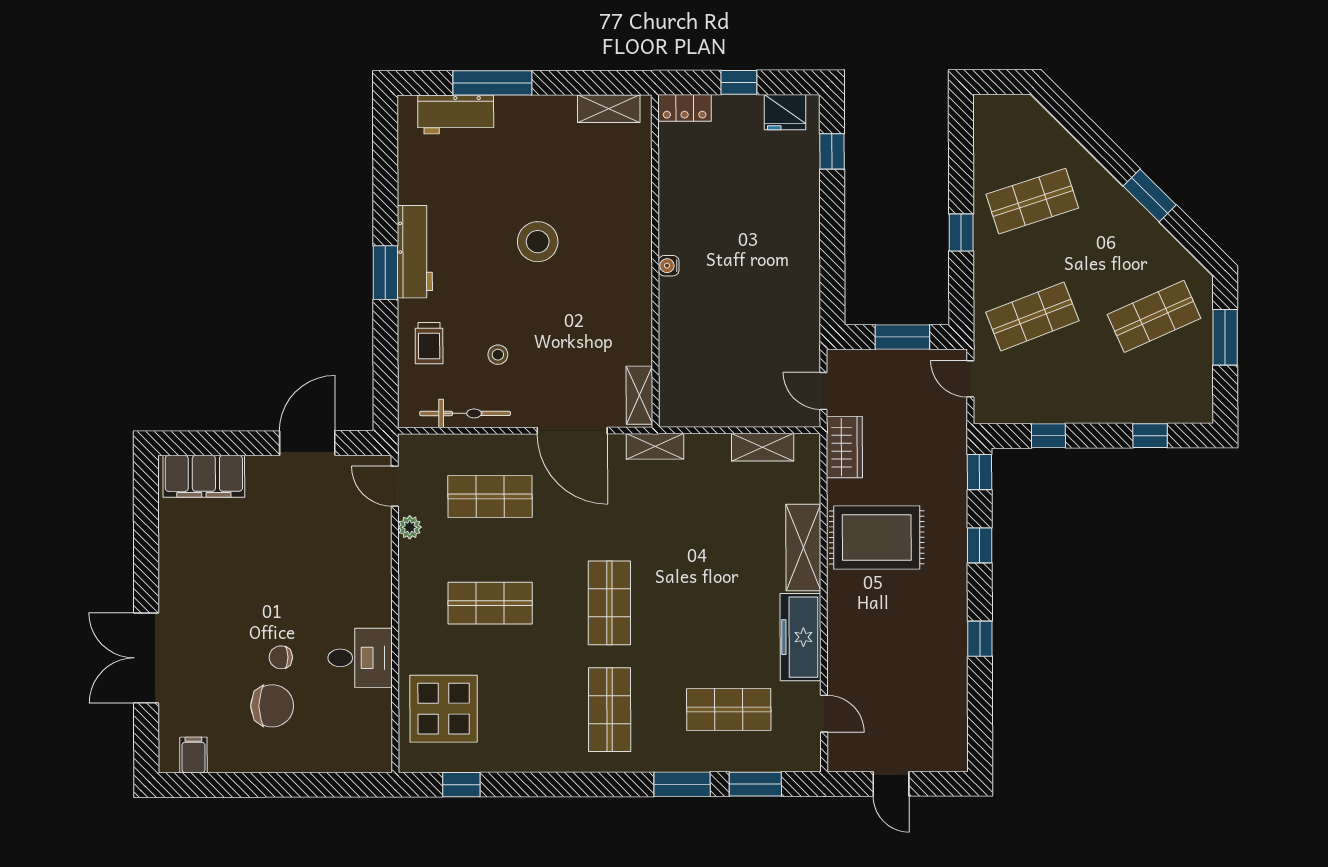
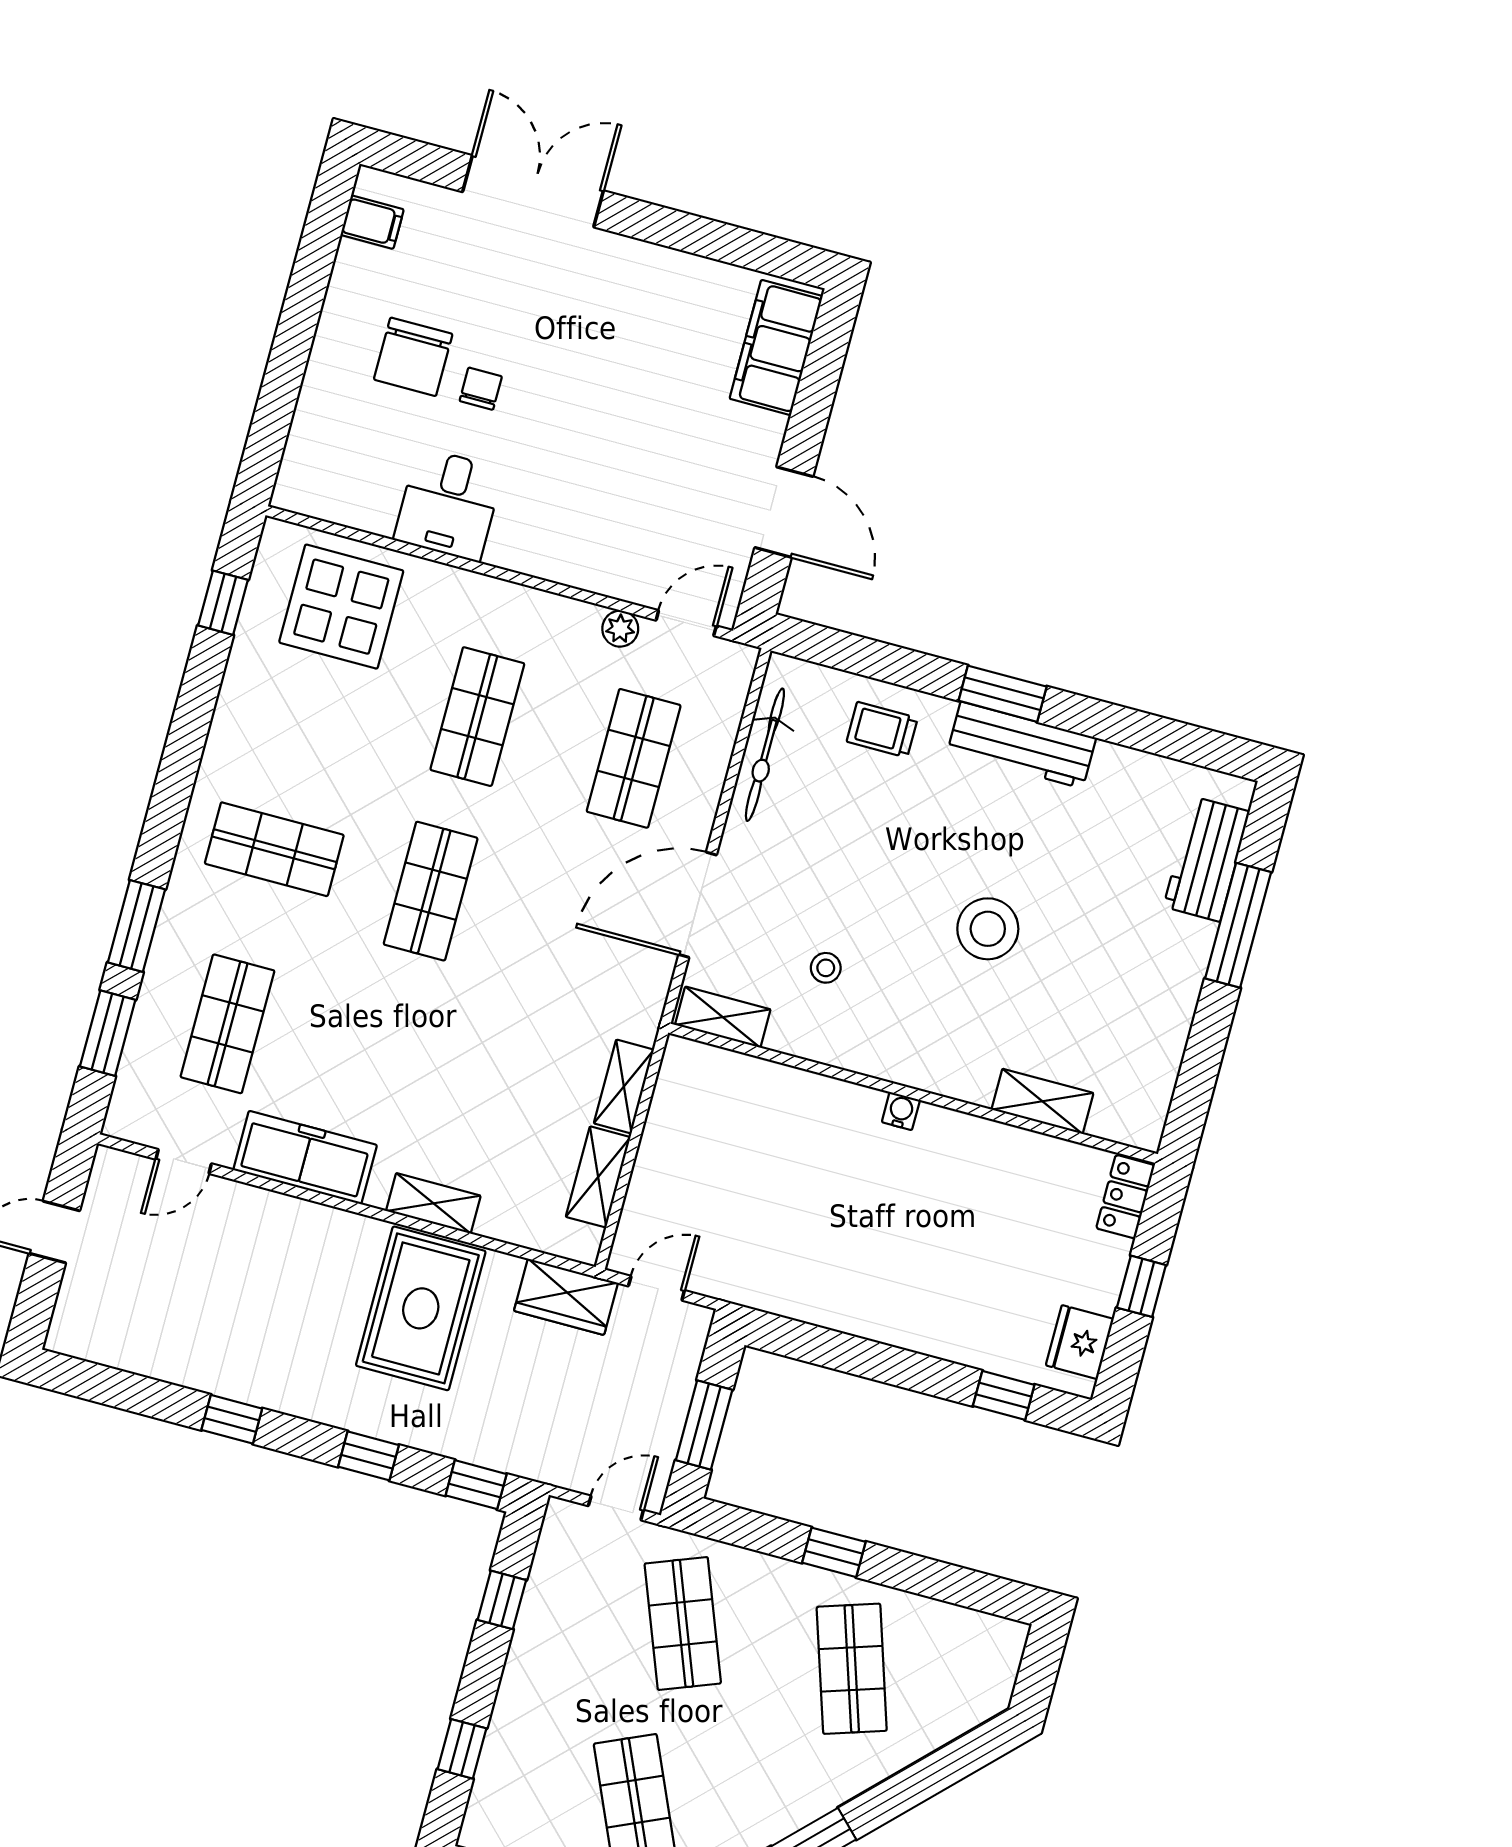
shelving: (609, 109) -> (1042, 1101), moved, turned 90
stool: (498, 355) -> (826, 968), moved
shelving: (655, 446) -> (624, 1087), moved
shelving: (803, 548) -> (433, 1203), width x0.67, depth x0.75
shop shelf: (609, 603) -> (431, 891), turned 90

